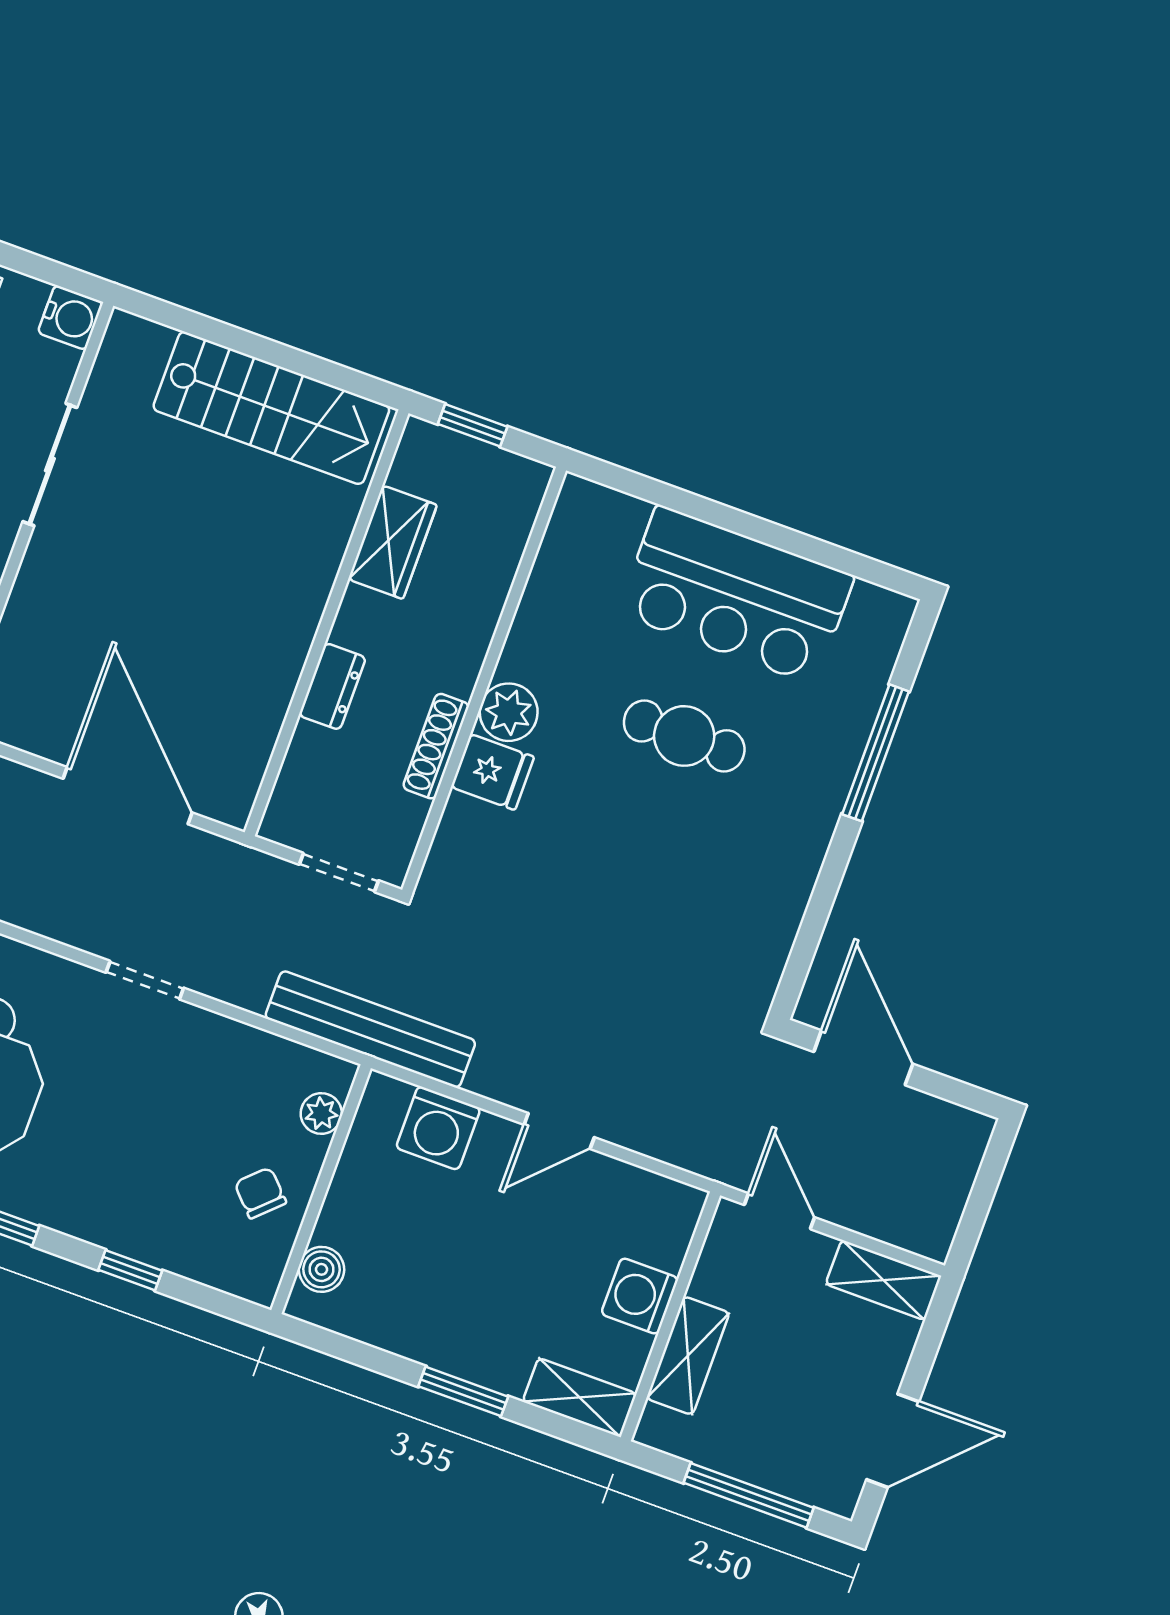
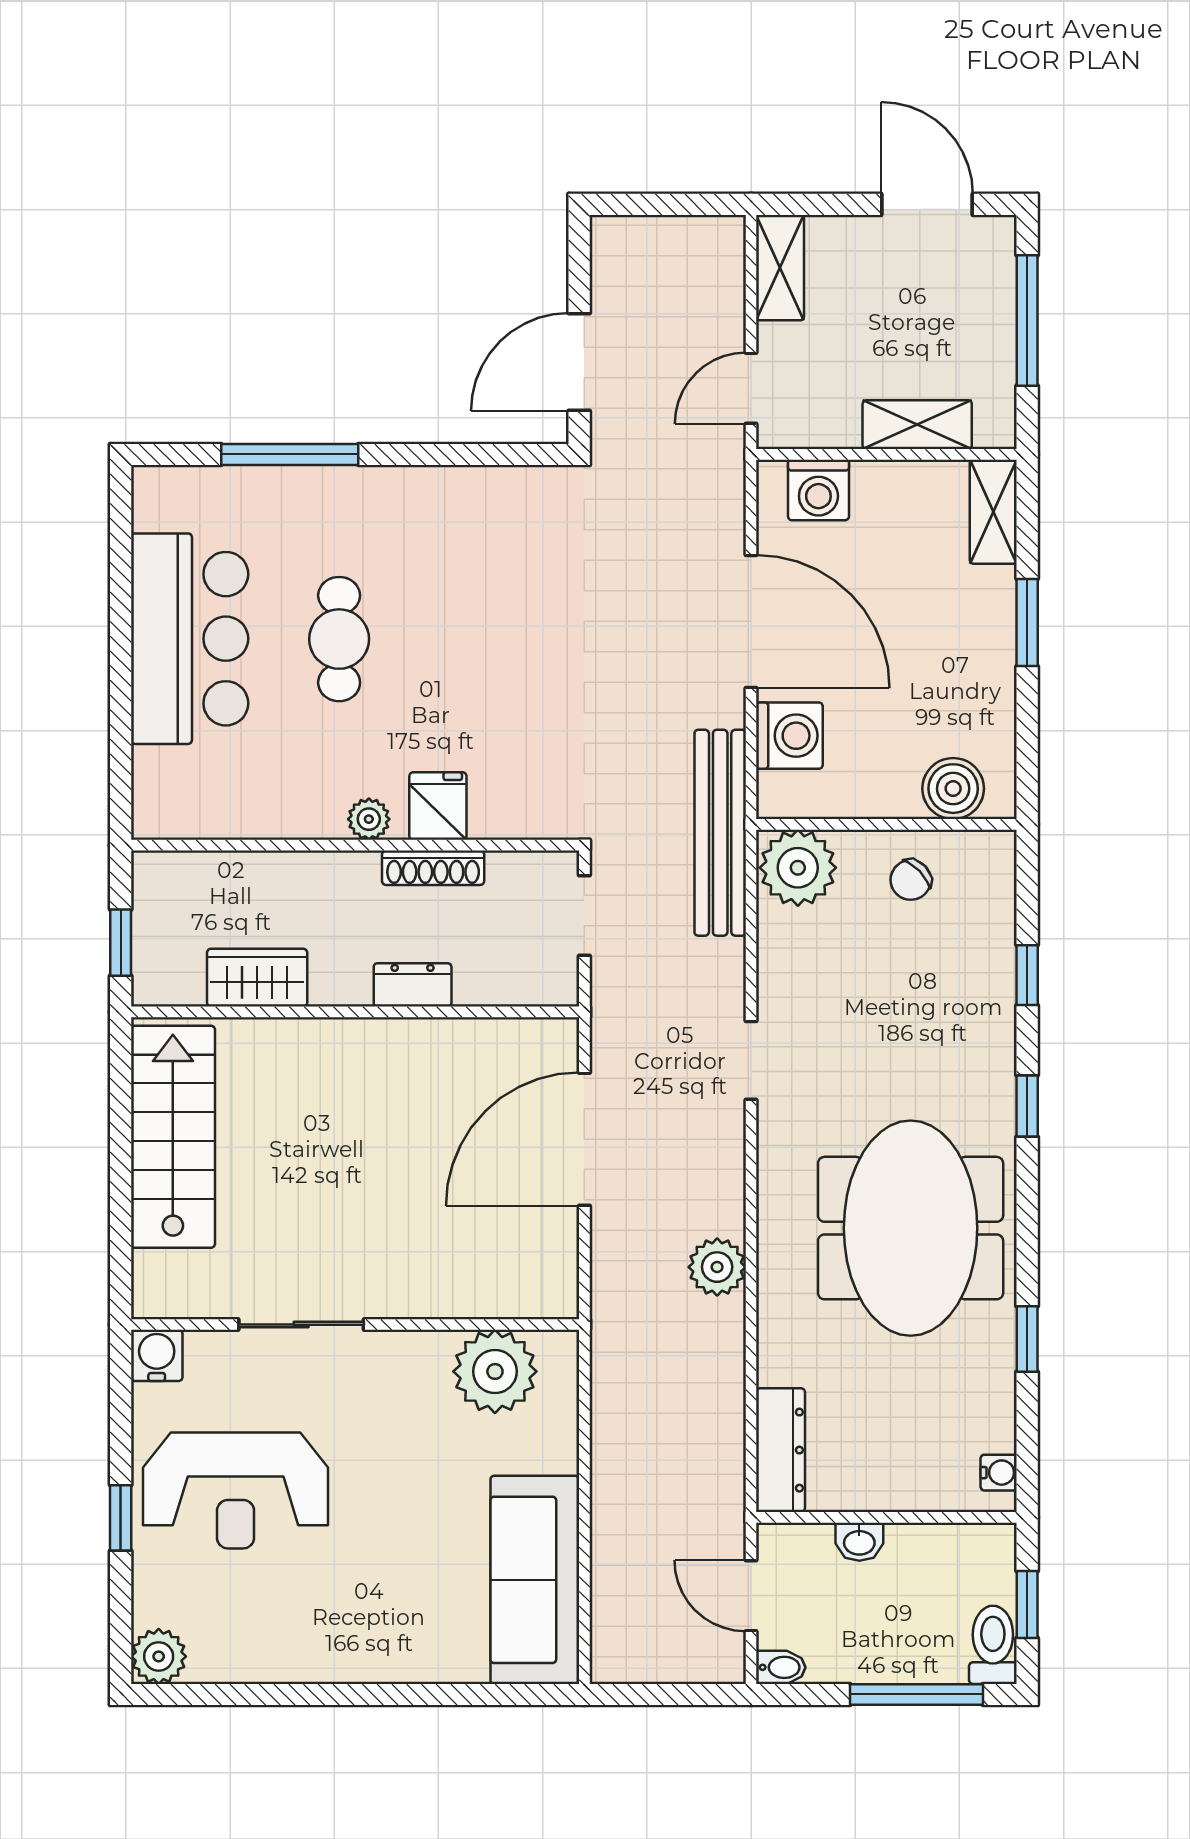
plant: (509, 712) -> (369, 819), width x0.73, depth x0.73
plant: (321, 1114) -> (798, 868), width x1.88, depth x1.88
door: (559, 1131) -> (751, 621), width x1.87
boiler: (321, 1269) -> (953, 789), width x1.36, depth x1.36
washing machine: (640, 1296) -> (818, 490), moved

